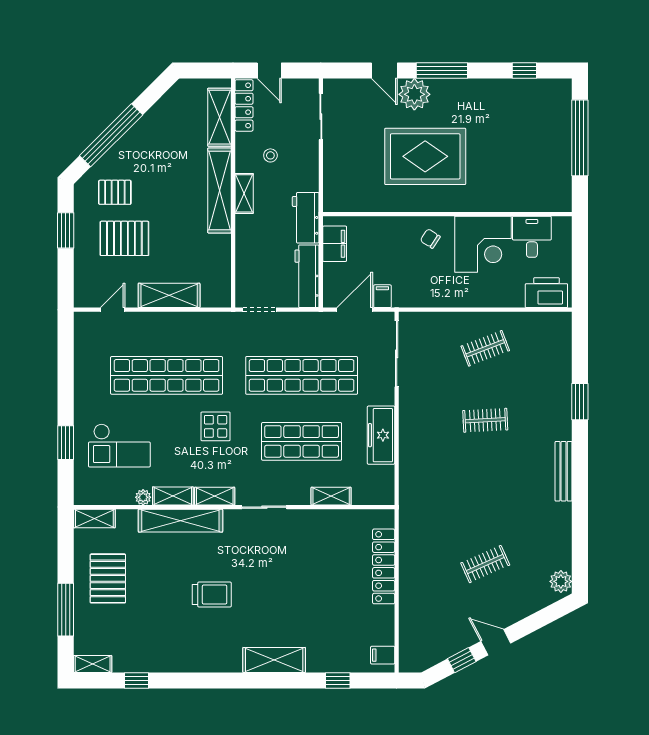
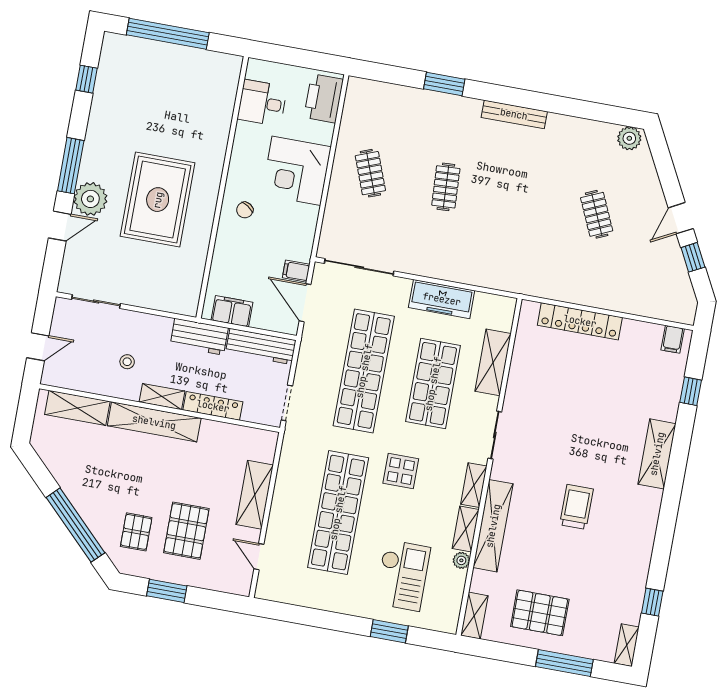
locker: (244, 105) -> (213, 406), moved
corner desk: (483, 244) -> (296, 171), moved, turned 180
shelving: (331, 496) -> (493, 362), width x1.50, depth x1.33

